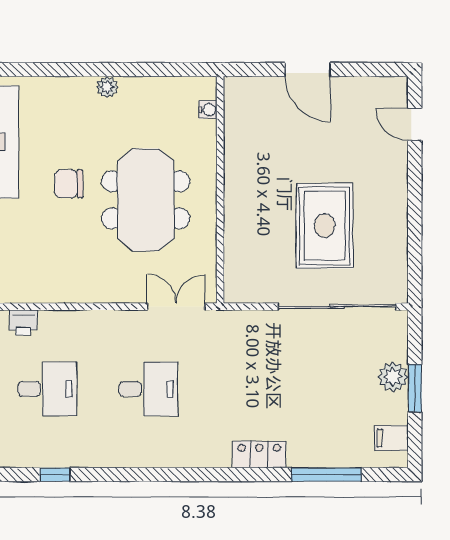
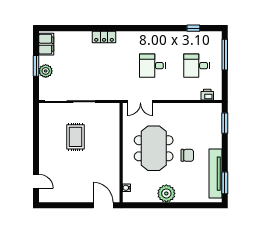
door: (308, 70) -> (103, 205), moved
plant: (107, 87) -> (166, 193), width x1.87, depth x1.87
rug: (325, 226) -> (75, 137), width x0.73, depth x0.70
filing cabinet: (391, 438) -> (46, 44), width x2.00
window: (326, 475) -> (75, 28), removed

